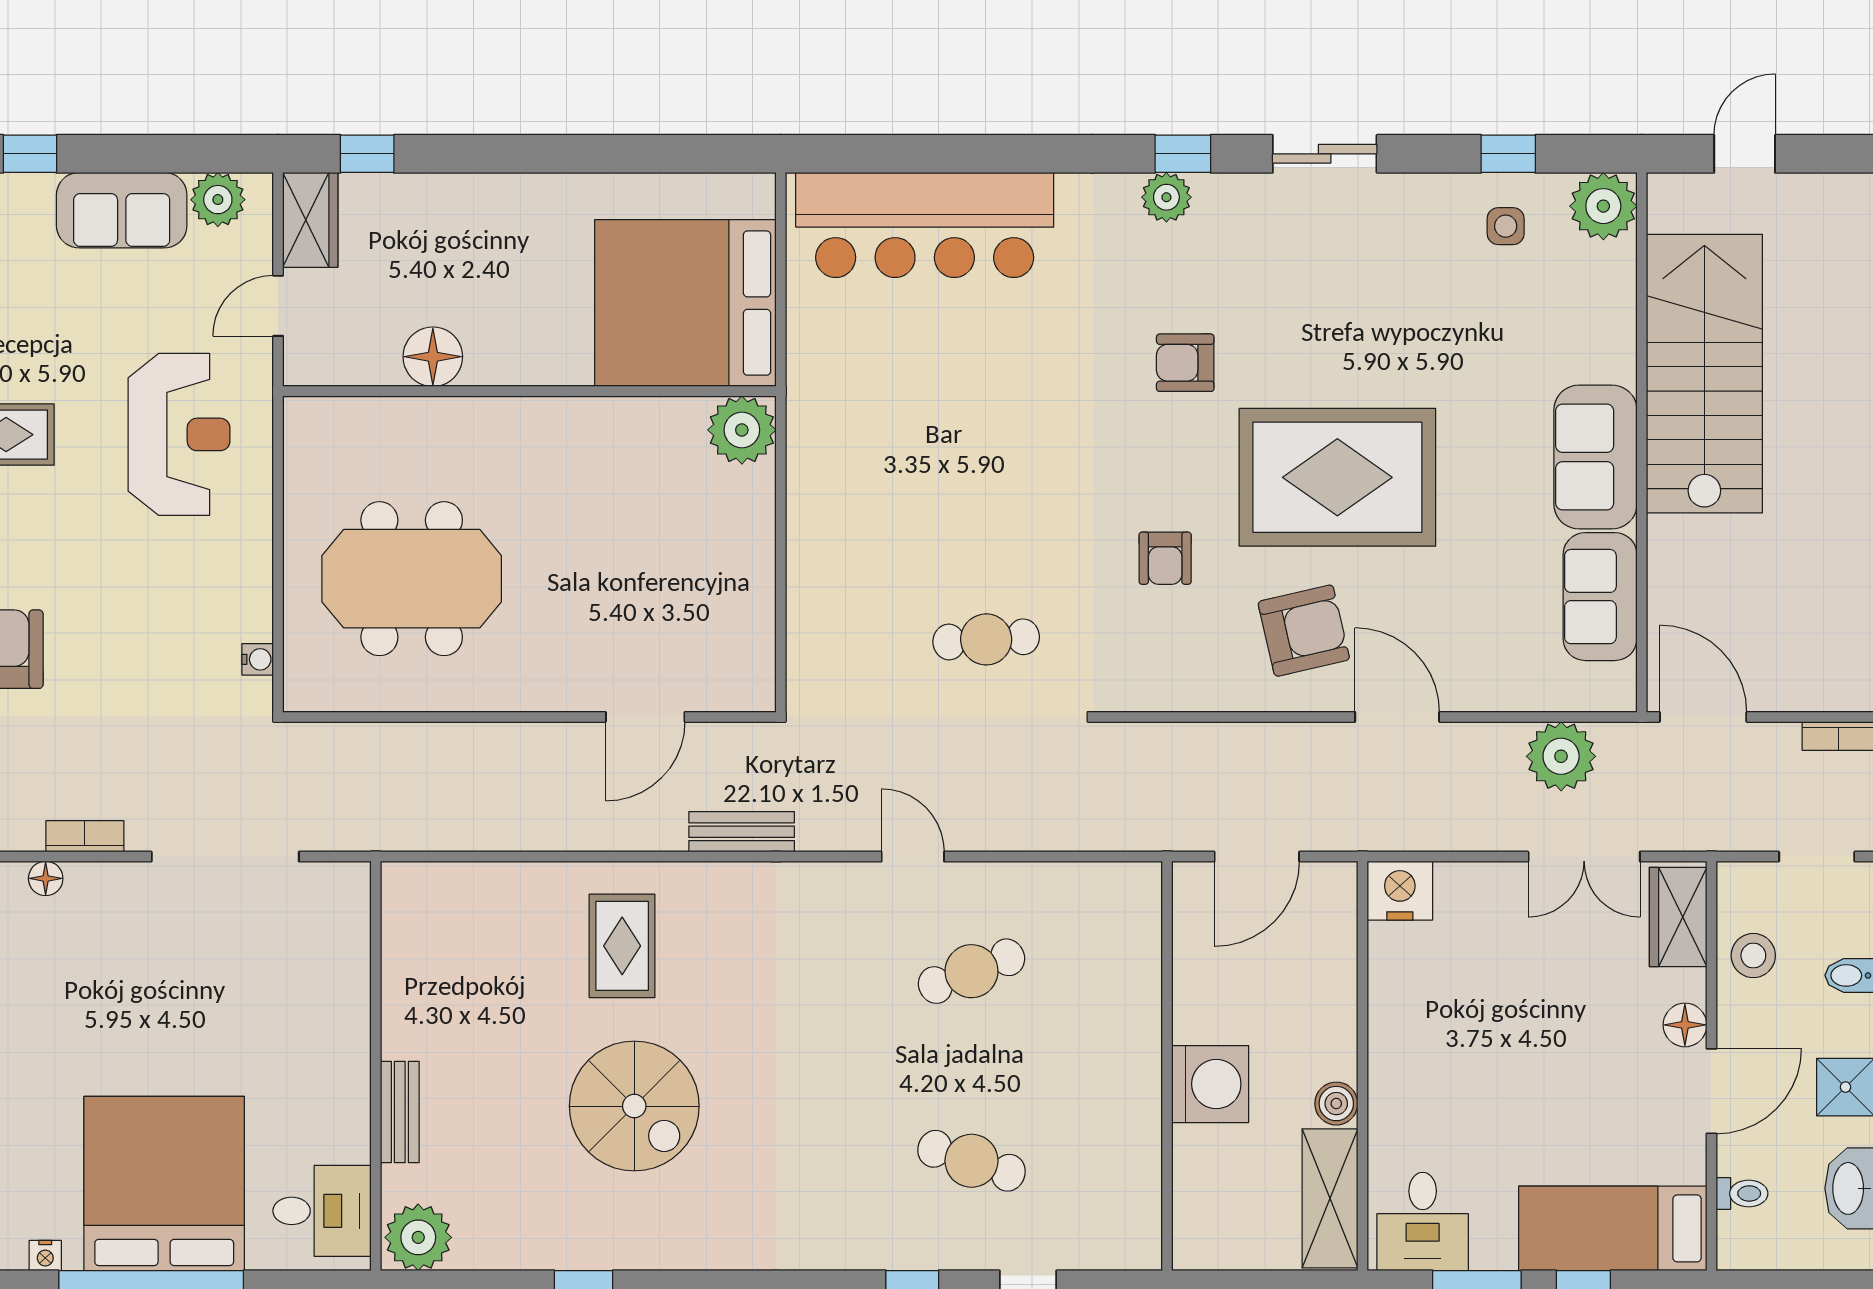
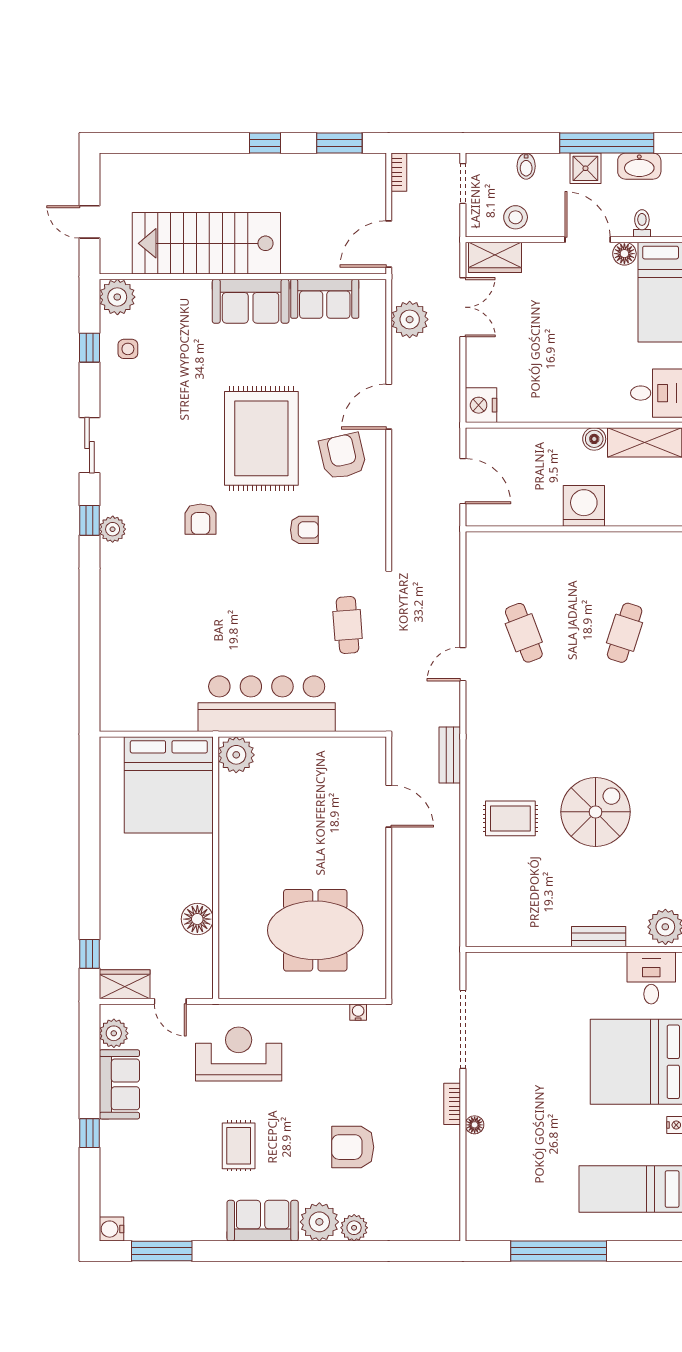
bar counter: (925, 225) -> (267, 704), moved, turned -90
meeting table: (412, 579) -> (315, 930), turned 90
floor lamp: (1685, 1025) -> (624, 254), moved

